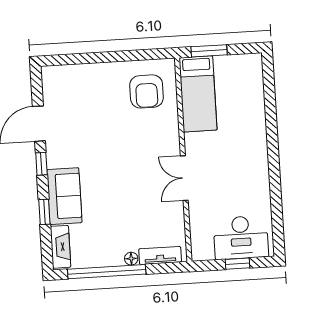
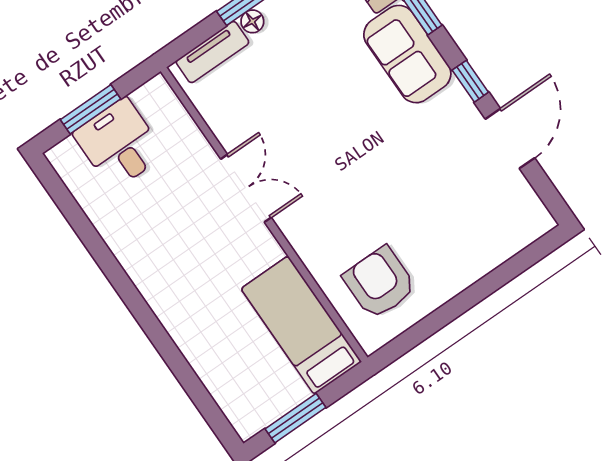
window: (209, 51) -> (296, 418), moved
desk: (241, 238) -> (119, 144), width x0.73
window: (238, 264) -> (90, 109), width x1.50

